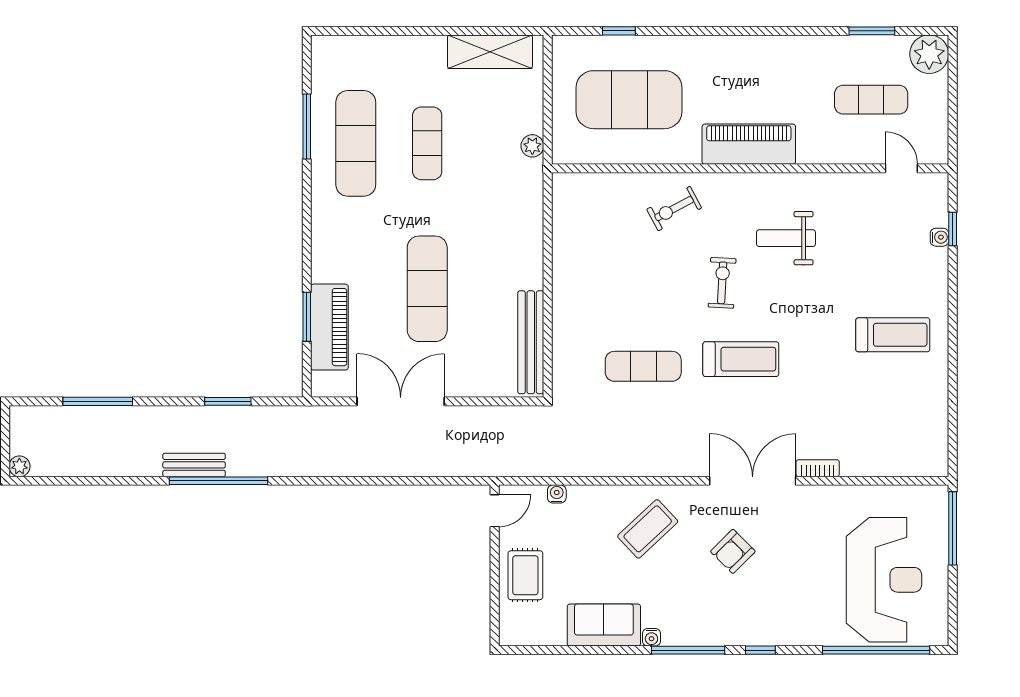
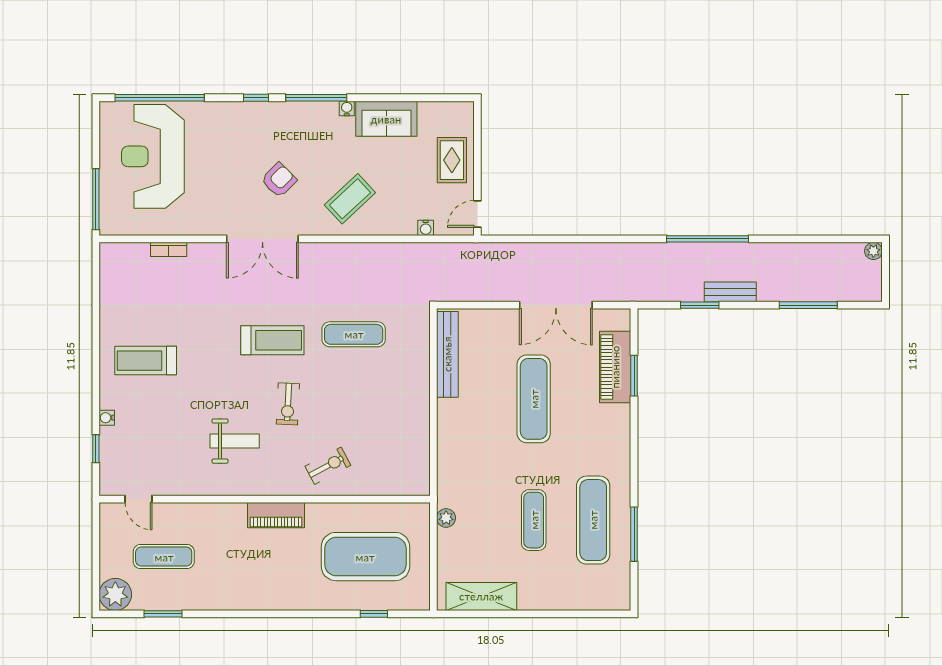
piano: (749, 144) -> (276, 515), width x0.73, depth x0.75
water cooler: (939, 237) -> (107, 418), moved
treadmill: (741, 359) -> (272, 340), turned 180
bench: (194, 465) -> (730, 292), moved
bookcase: (818, 468) -> (169, 249), moved

